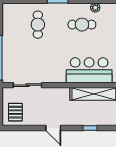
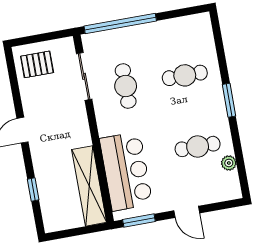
cafe table: (82, 25) -> (198, 146), turned 90
cafe table: (38, 61) -> (126, 86), added

